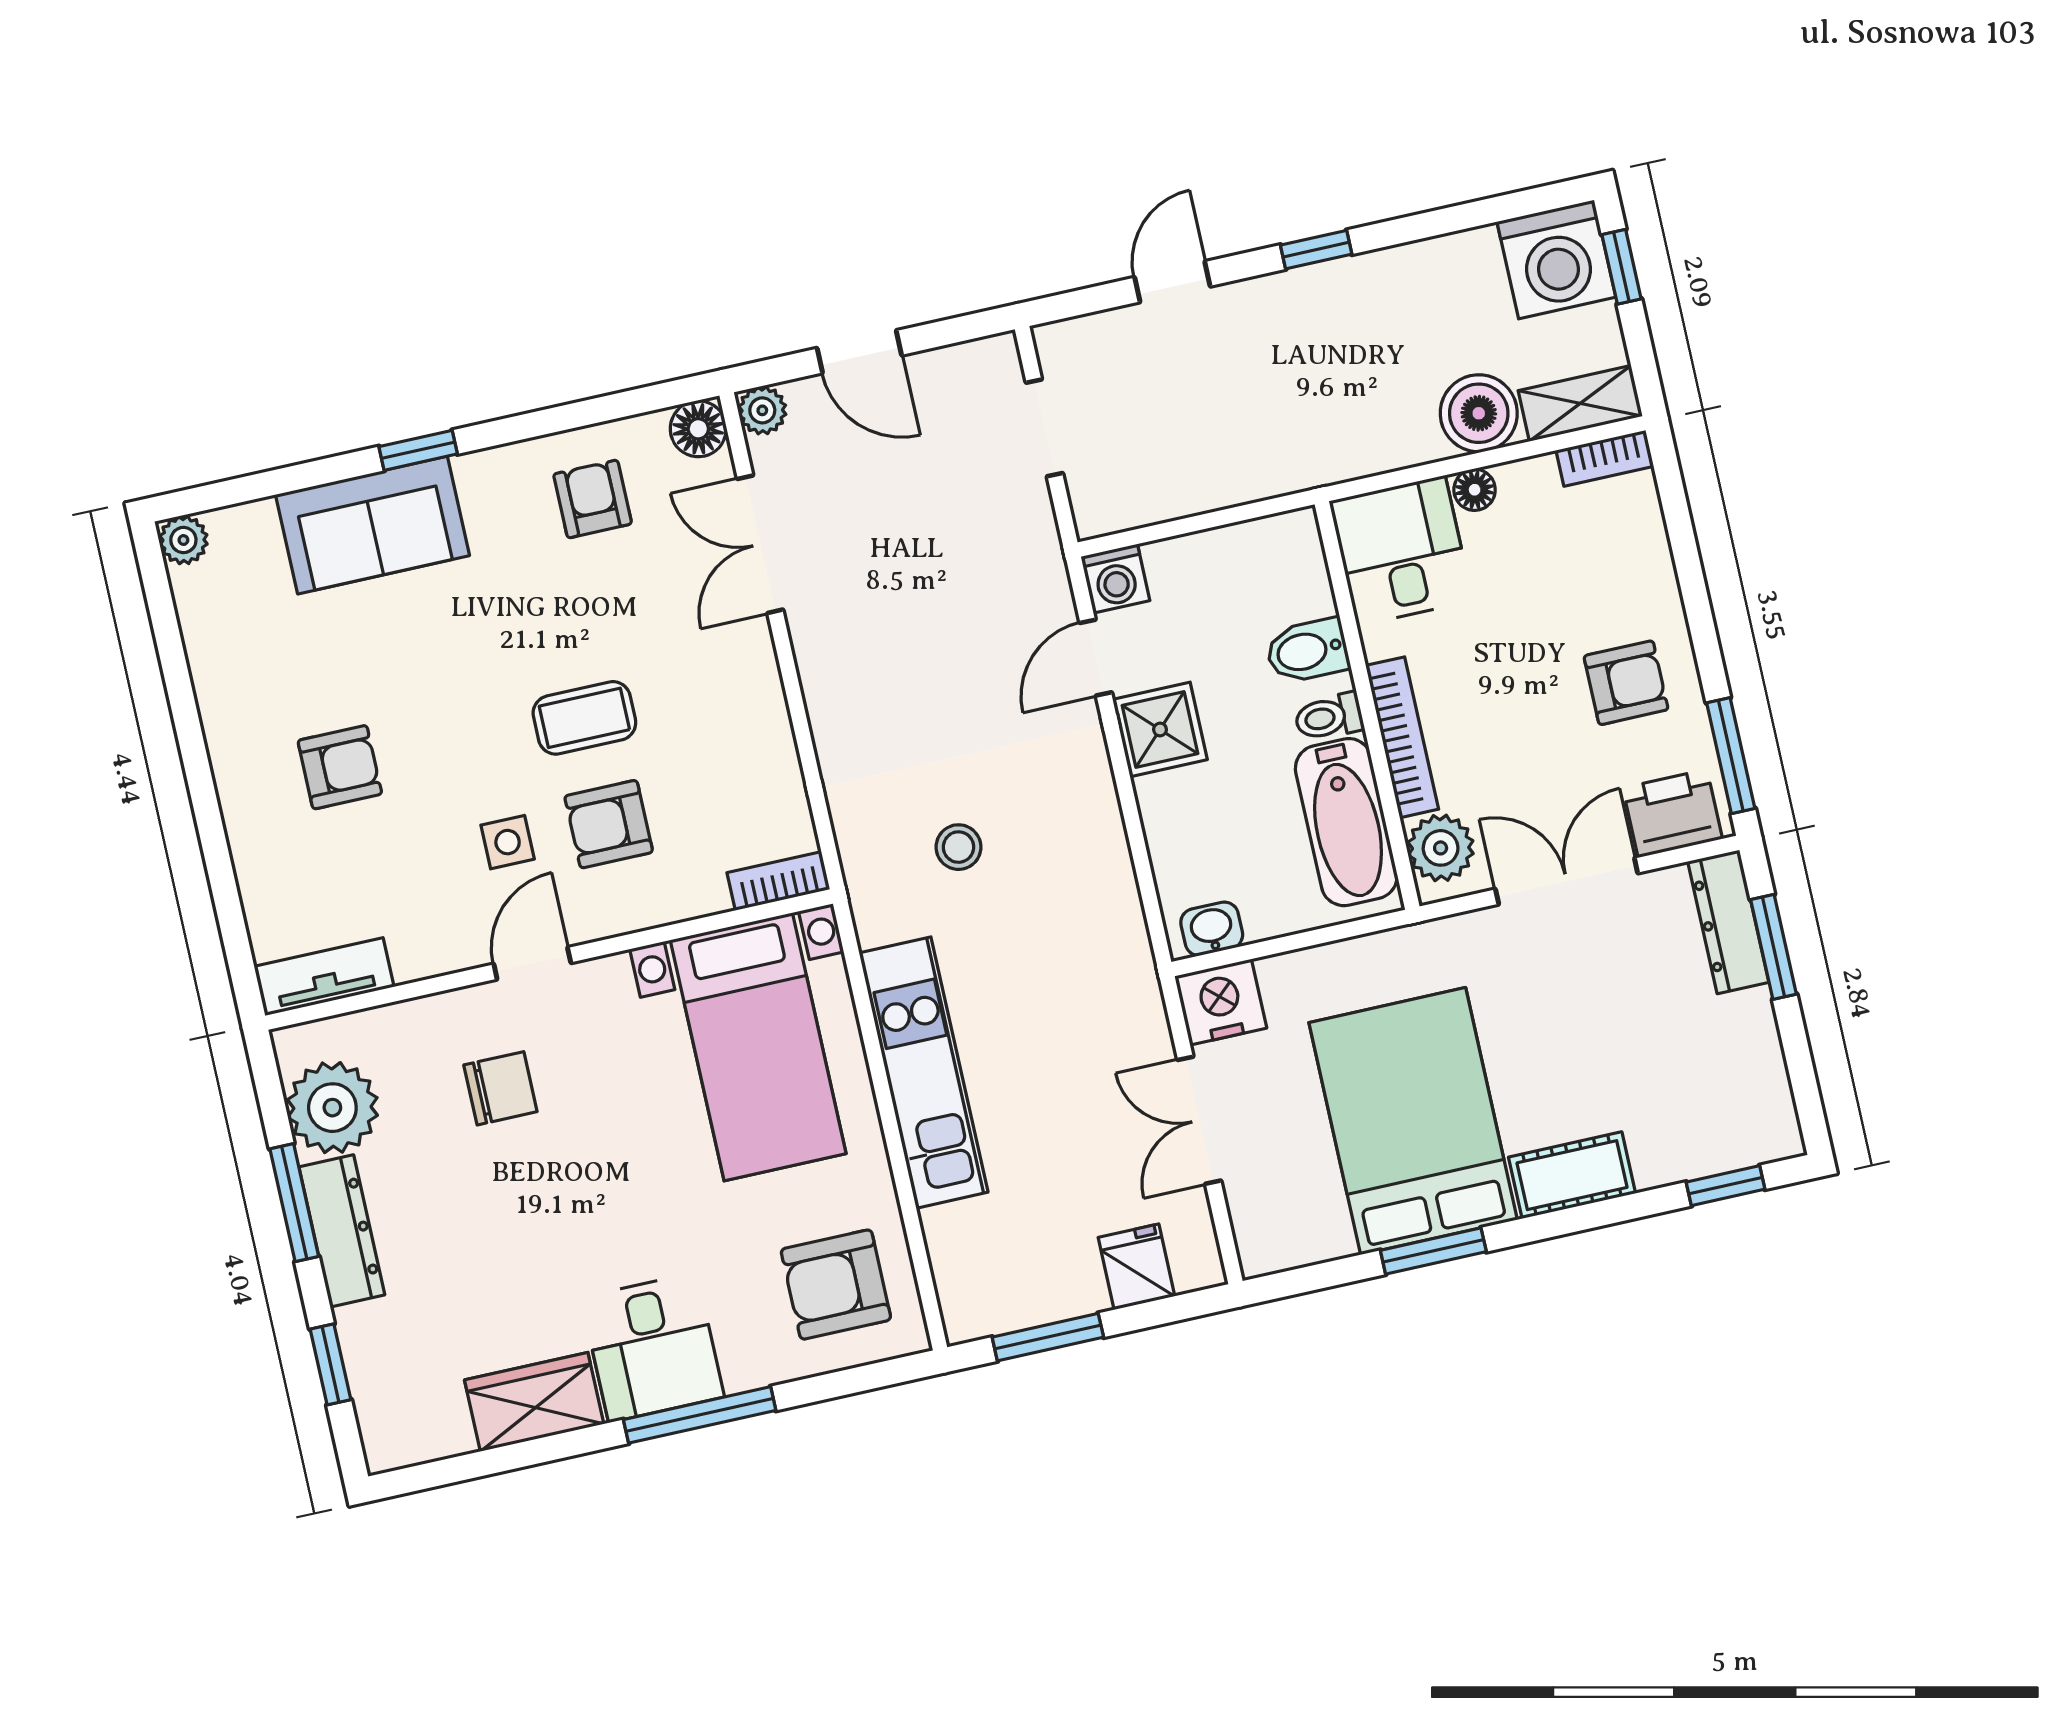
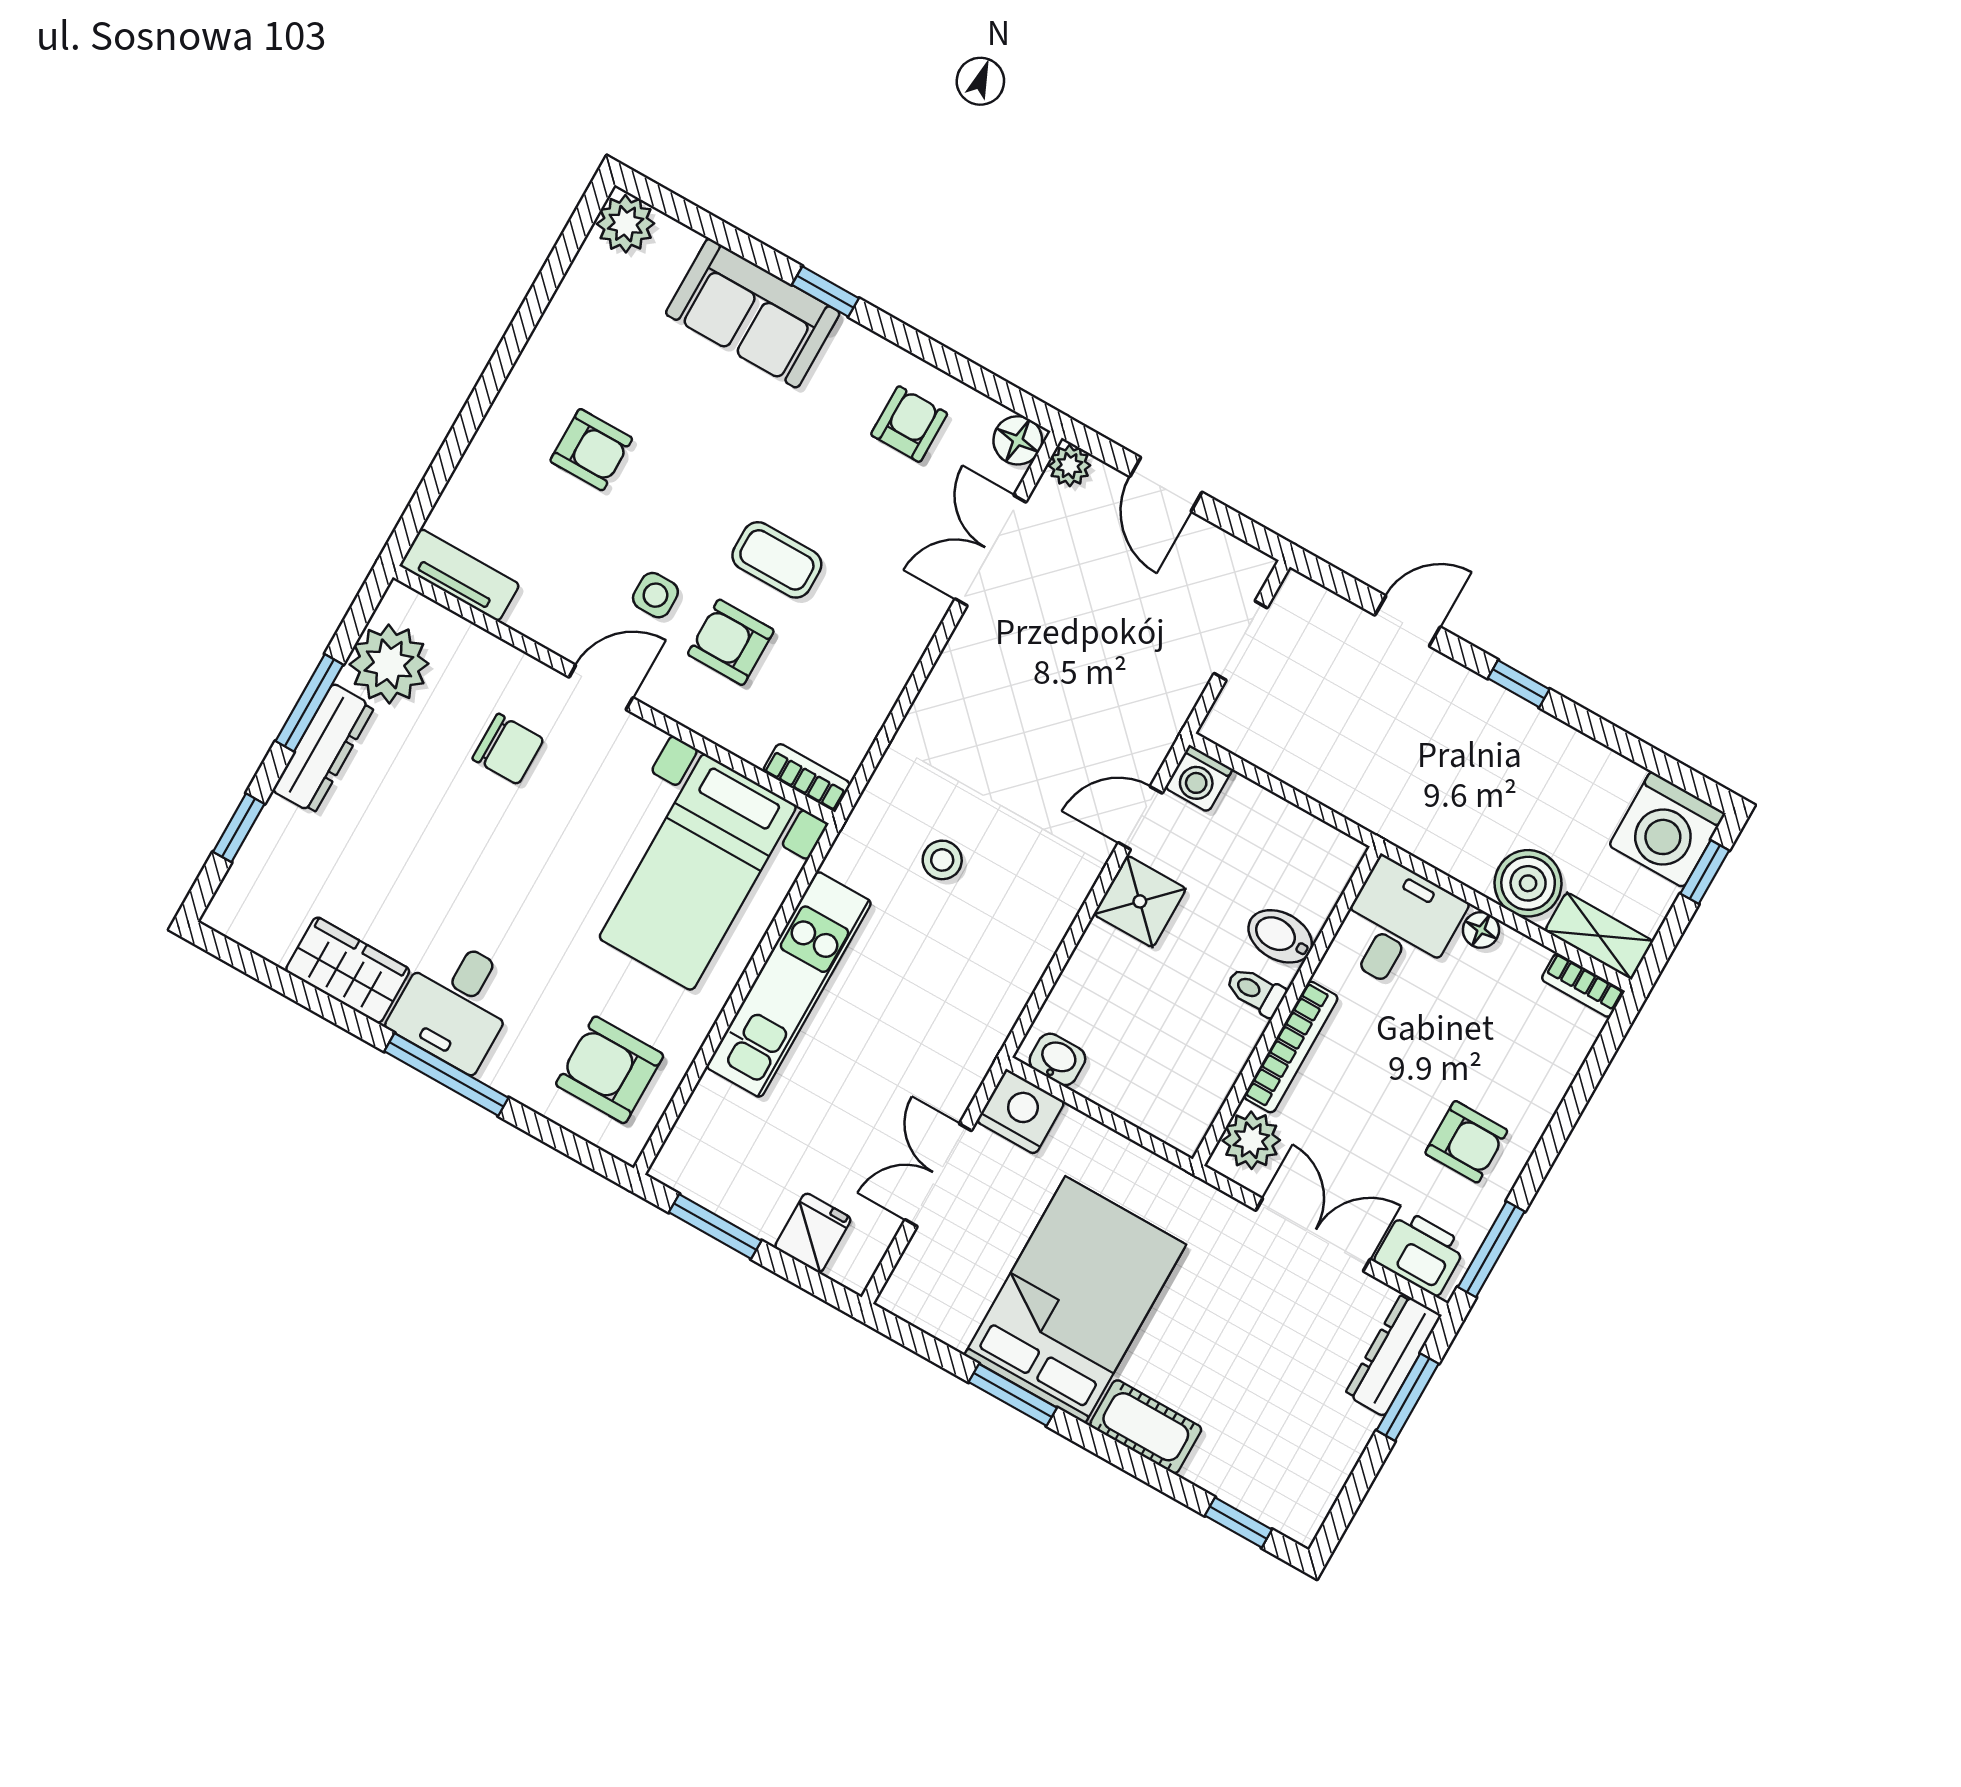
plant: (183, 540) -> (626, 224), width x1.38, depth x1.38
bathtub: (1346, 822) -> (1206, 1069), removed

